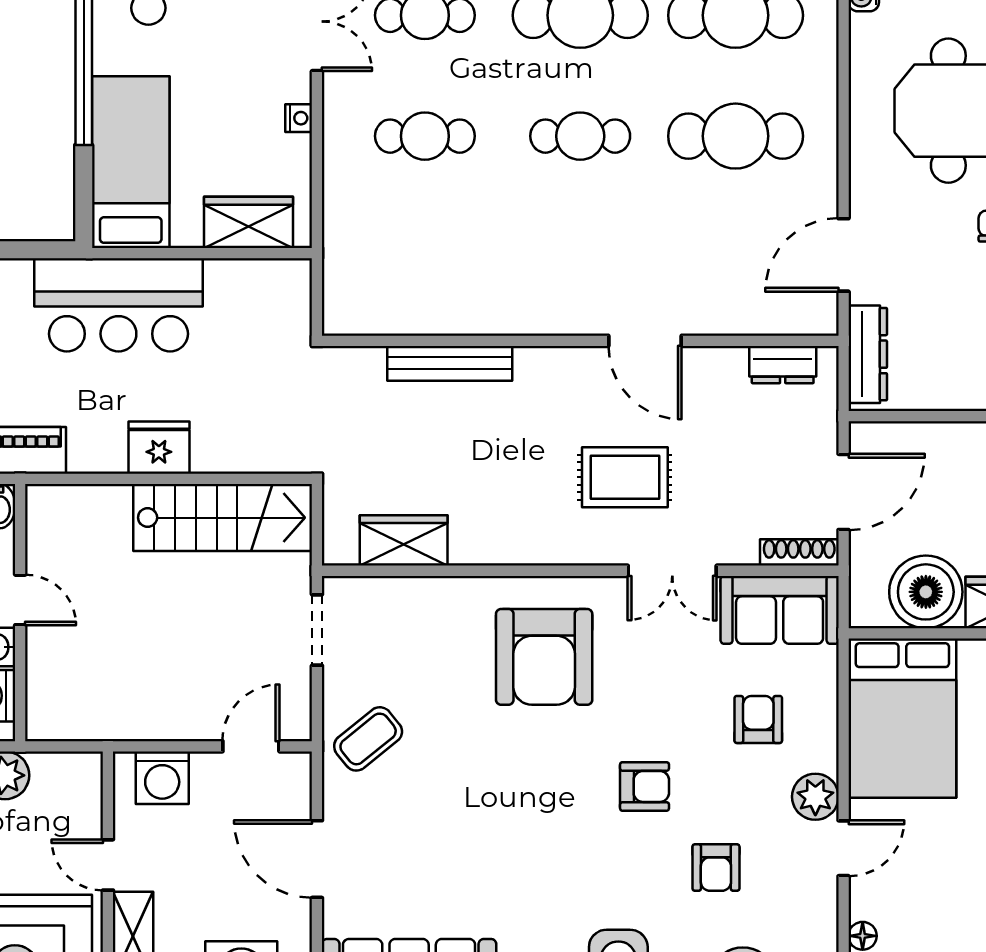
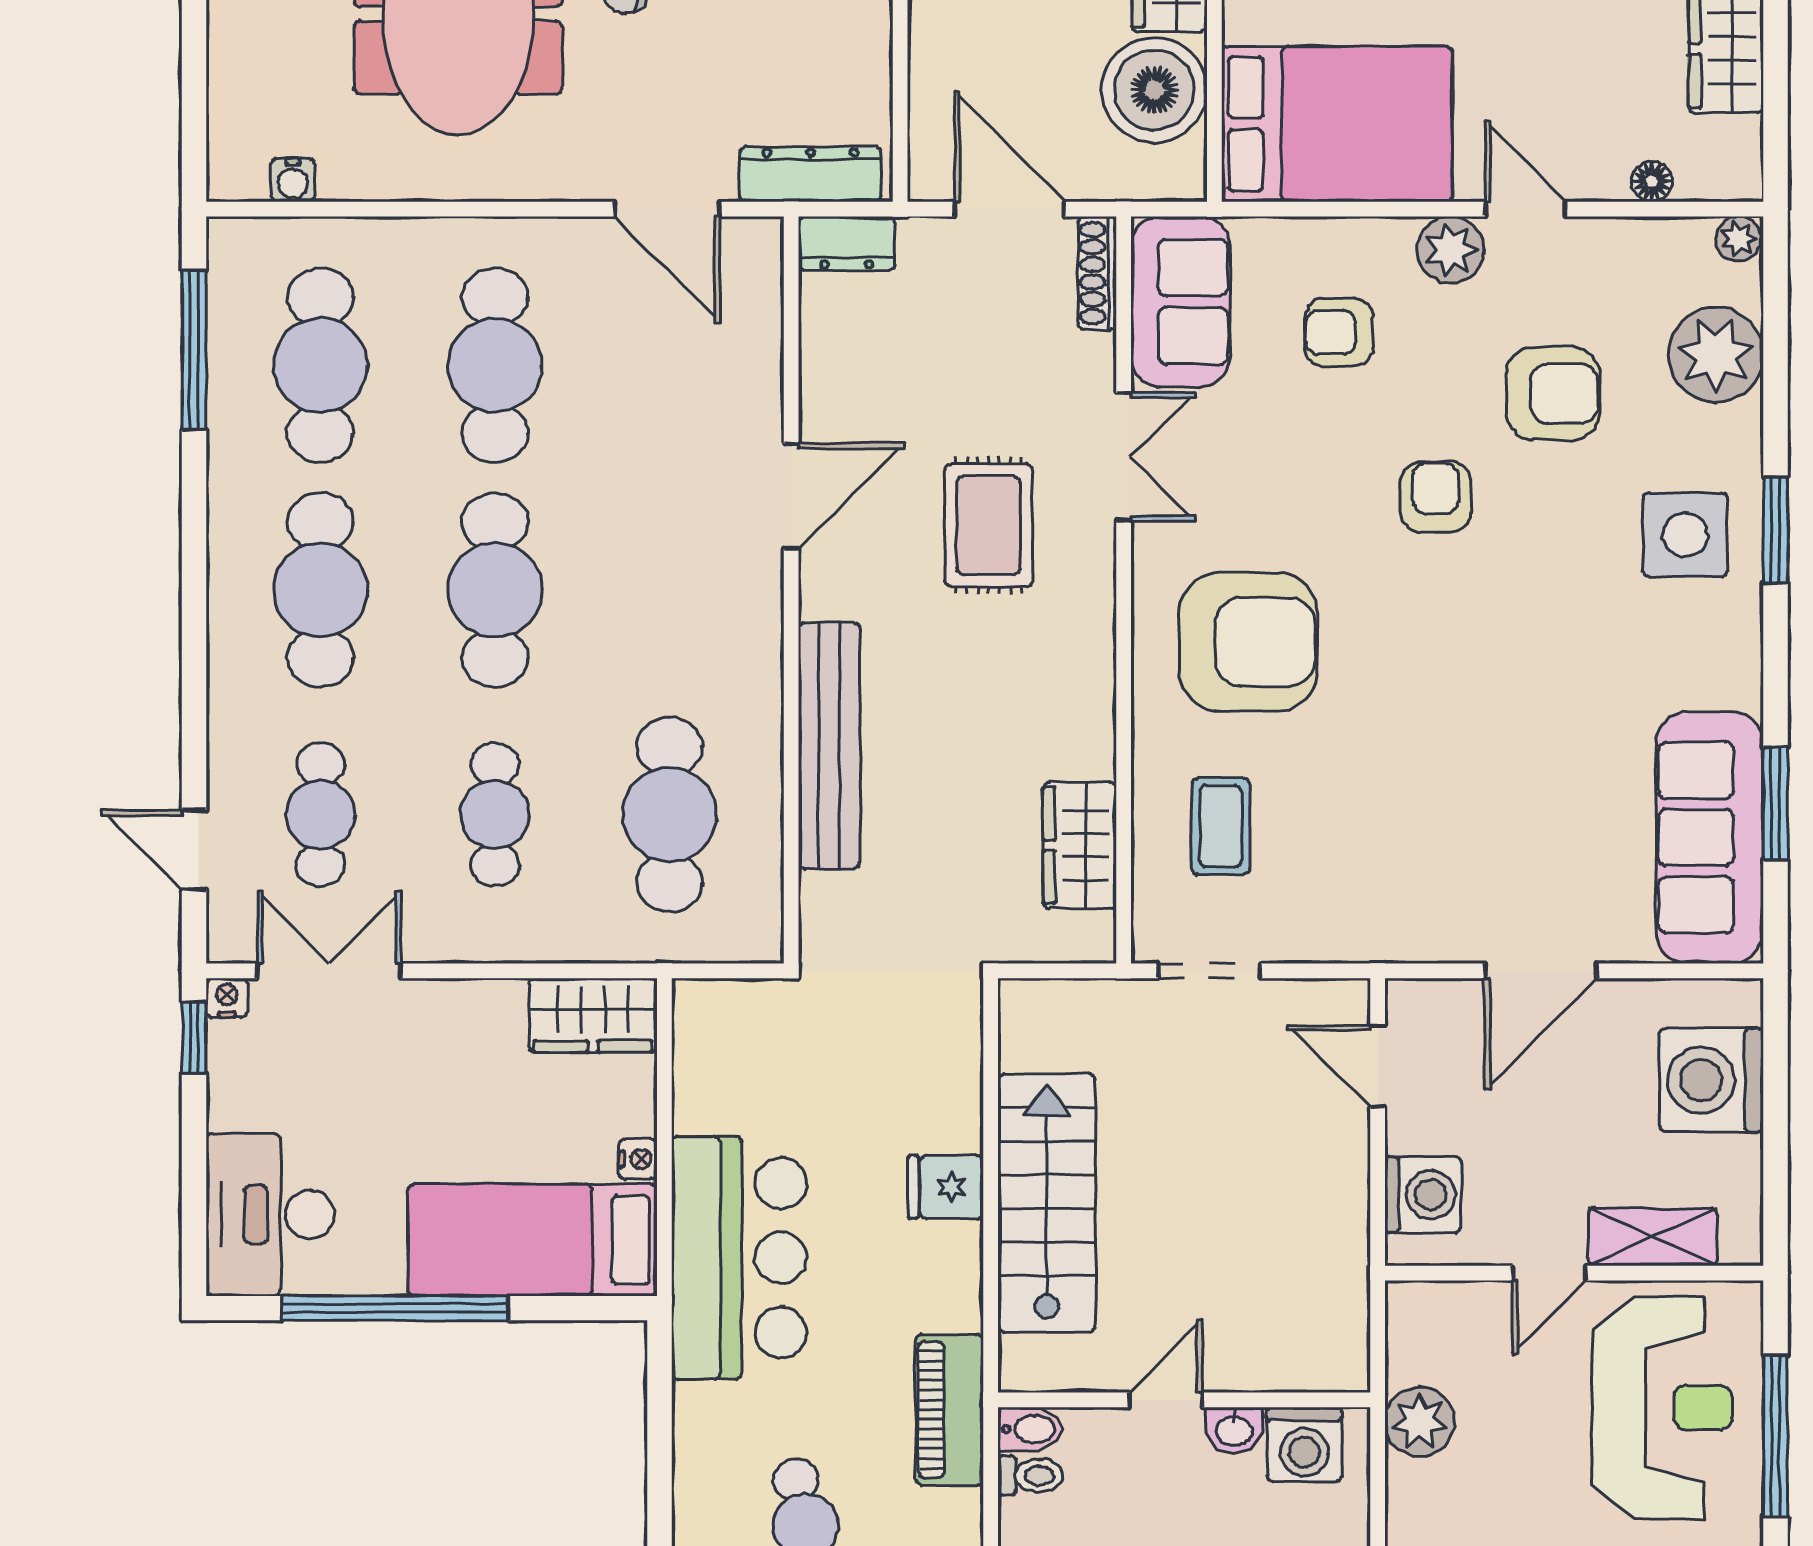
nightstand: (299, 118) -> (638, 1159), moved, turned 90
cafe table: (580, 136) -> (495, 590), width x1.37, depth x1.35
wardrobe: (248, 222) -> (593, 1015), moved, turned -90
cafe table: (425, 257) -> (670, 815), added
bench: (450, 363) -> (829, 746), width x1.37, depth x1.21
dresser: (783, 365) -> (847, 243), moved, turned 90
fridge: (159, 448) -> (946, 1187), width x0.72
stairs: (223, 518) -> (1047, 1203), moved
coffee table: (368, 739) -> (1221, 826), moved, turned 39
armchair: (716, 868) -> (1553, 394), width x1.38, depth x1.38

